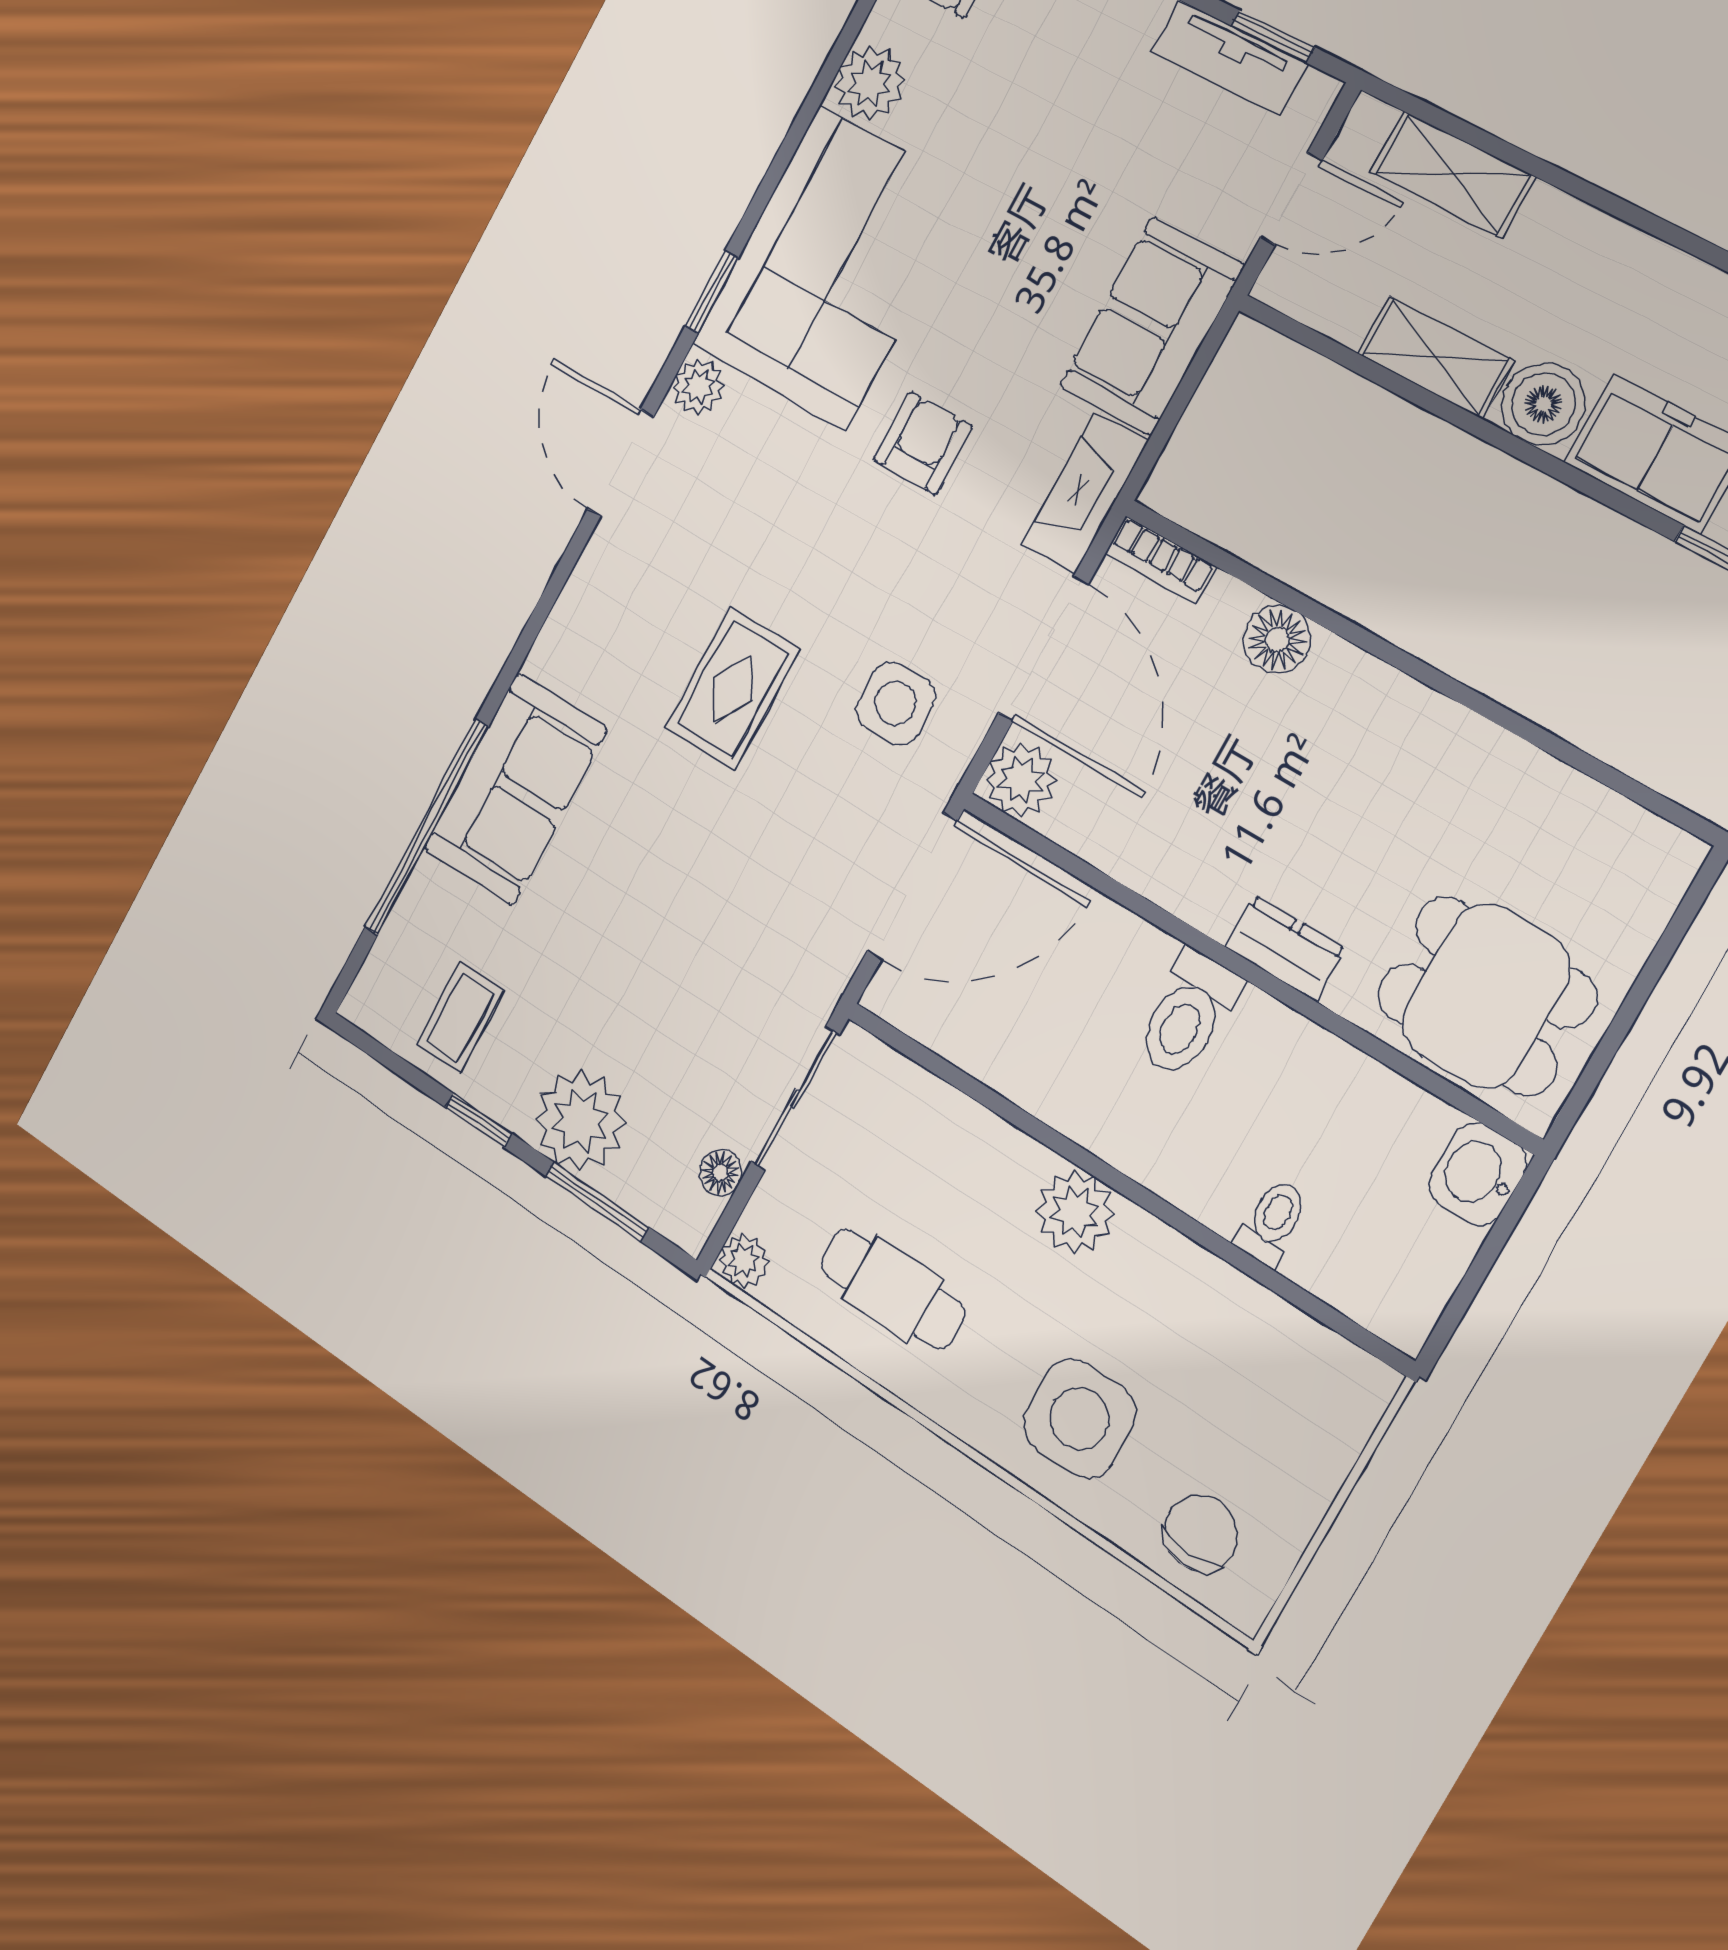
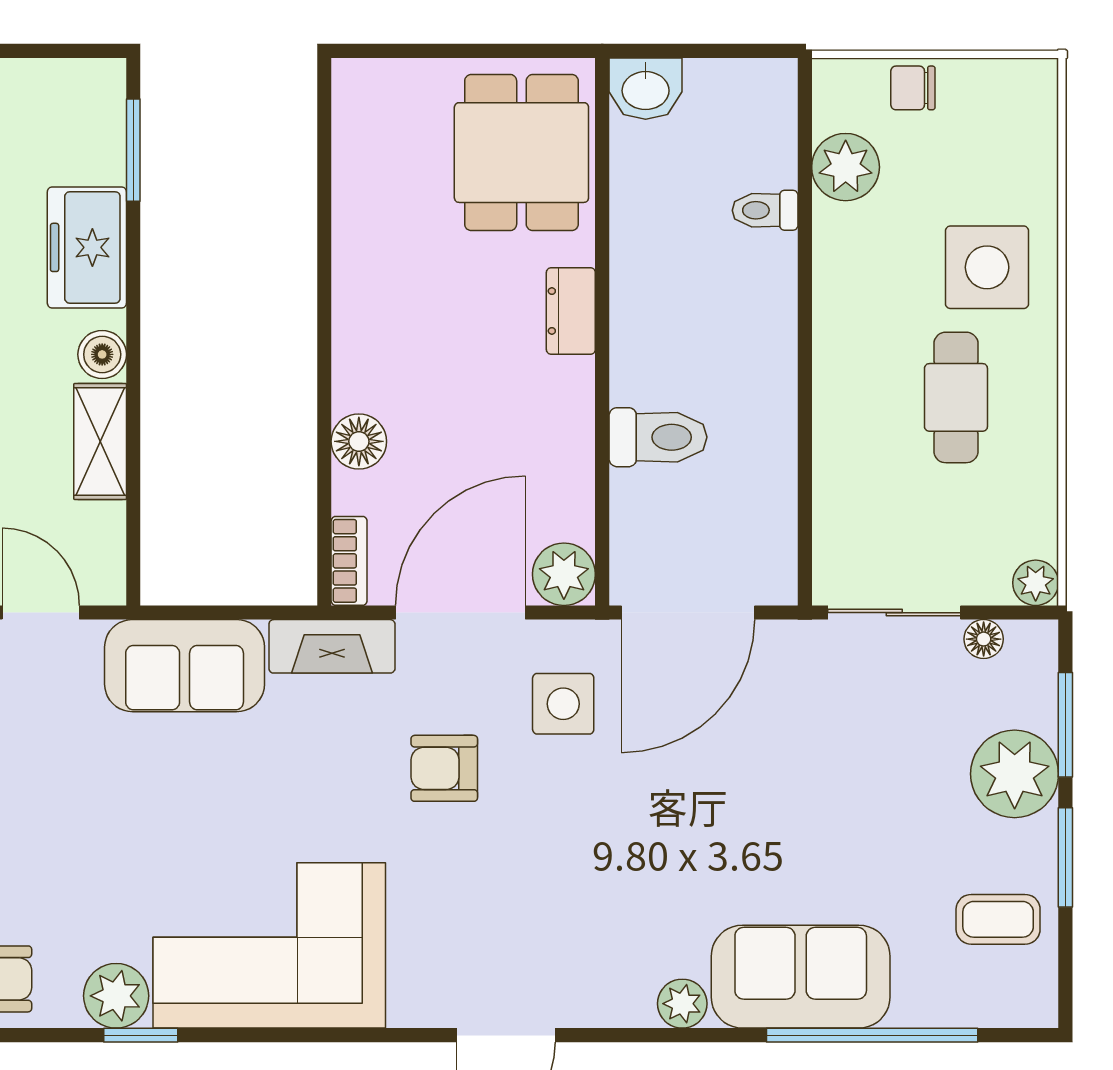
window: (712, 292) -> (141, 1035), moved
plant: (699, 387) -> (682, 1004), moved
boiler: (1543, 404) -> (102, 354), width x0.73, depth x0.73
armchair: (923, 443) -> (444, 768), moved
rug: (732, 689) -> (625, 841), removed
door: (912, 886) -> (688, 613), swing flipped
toilet: (1188, 1014) -> (658, 437), moved
window: (479, 1121) -> (1065, 857), width x1.50
plant: (1075, 1212) -> (846, 167), moved
cafe table: (893, 1289) -> (956, 397), moved
chair: (1201, 1534) -> (913, 88), moved, width x0.73, depth x0.73

